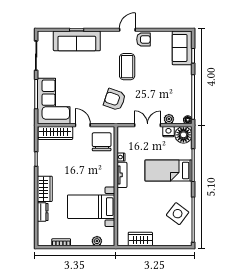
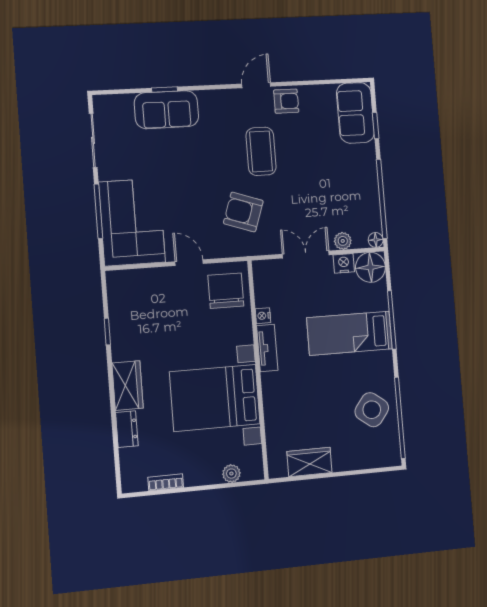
sofa: (77, 41) -> (166, 110), width x0.73
wardrobe: (55, 133) -> (140, 281), removed
bed with nightstands: (91, 207) -> (215, 398), width x1.36

